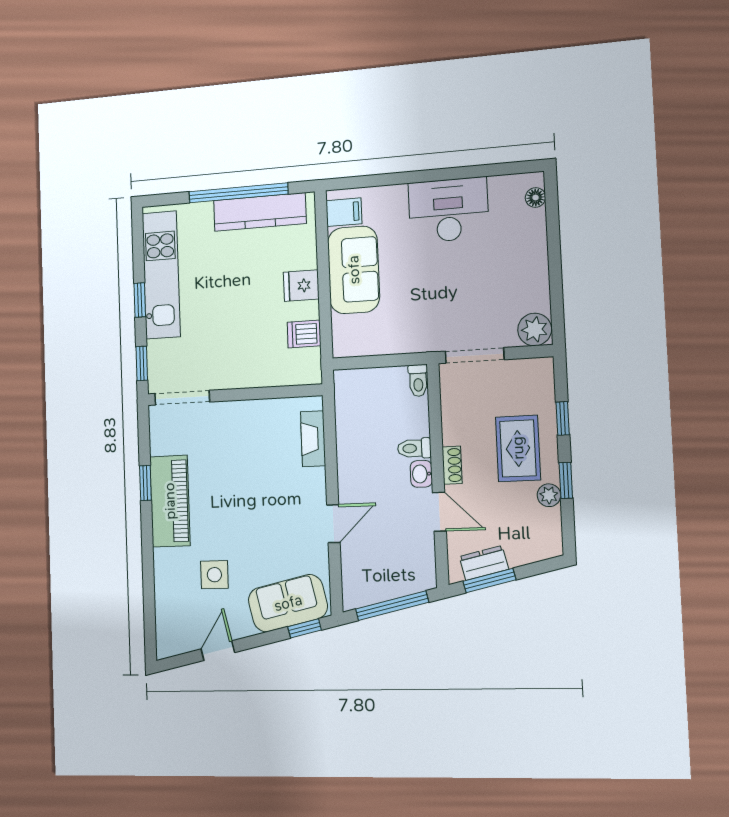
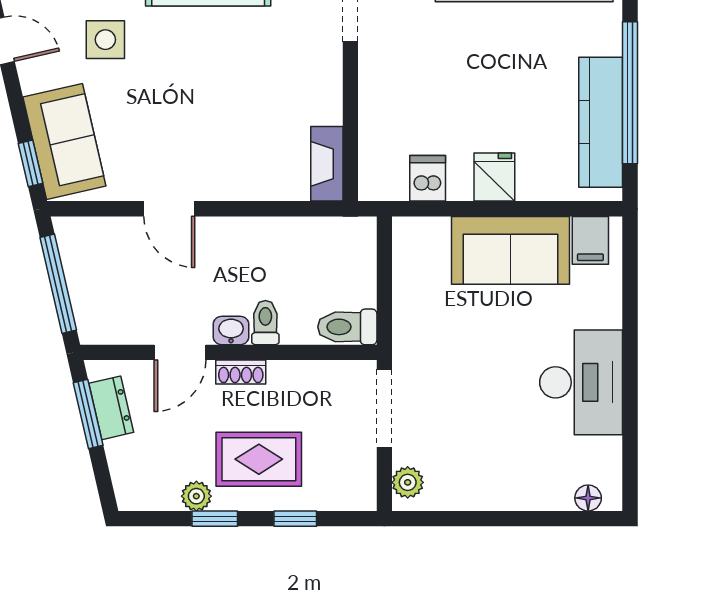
plant: (535, 329) -> (408, 482), width x0.73, depth x0.73
toilet: (418, 380) -> (347, 327), width x1.37, depth x1.39
fireplace: (313, 439) -> (327, 164), moved, turned -90

